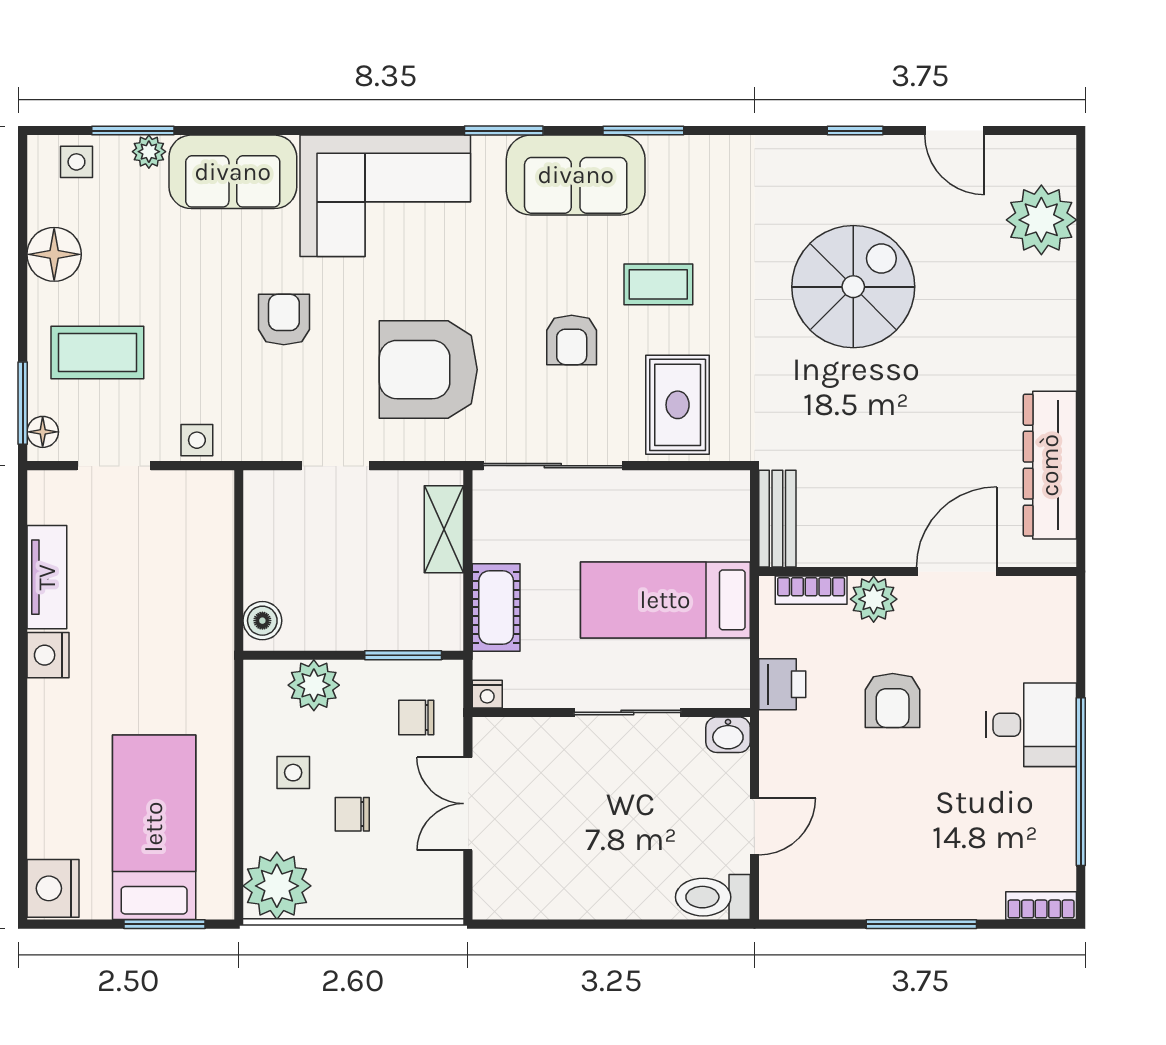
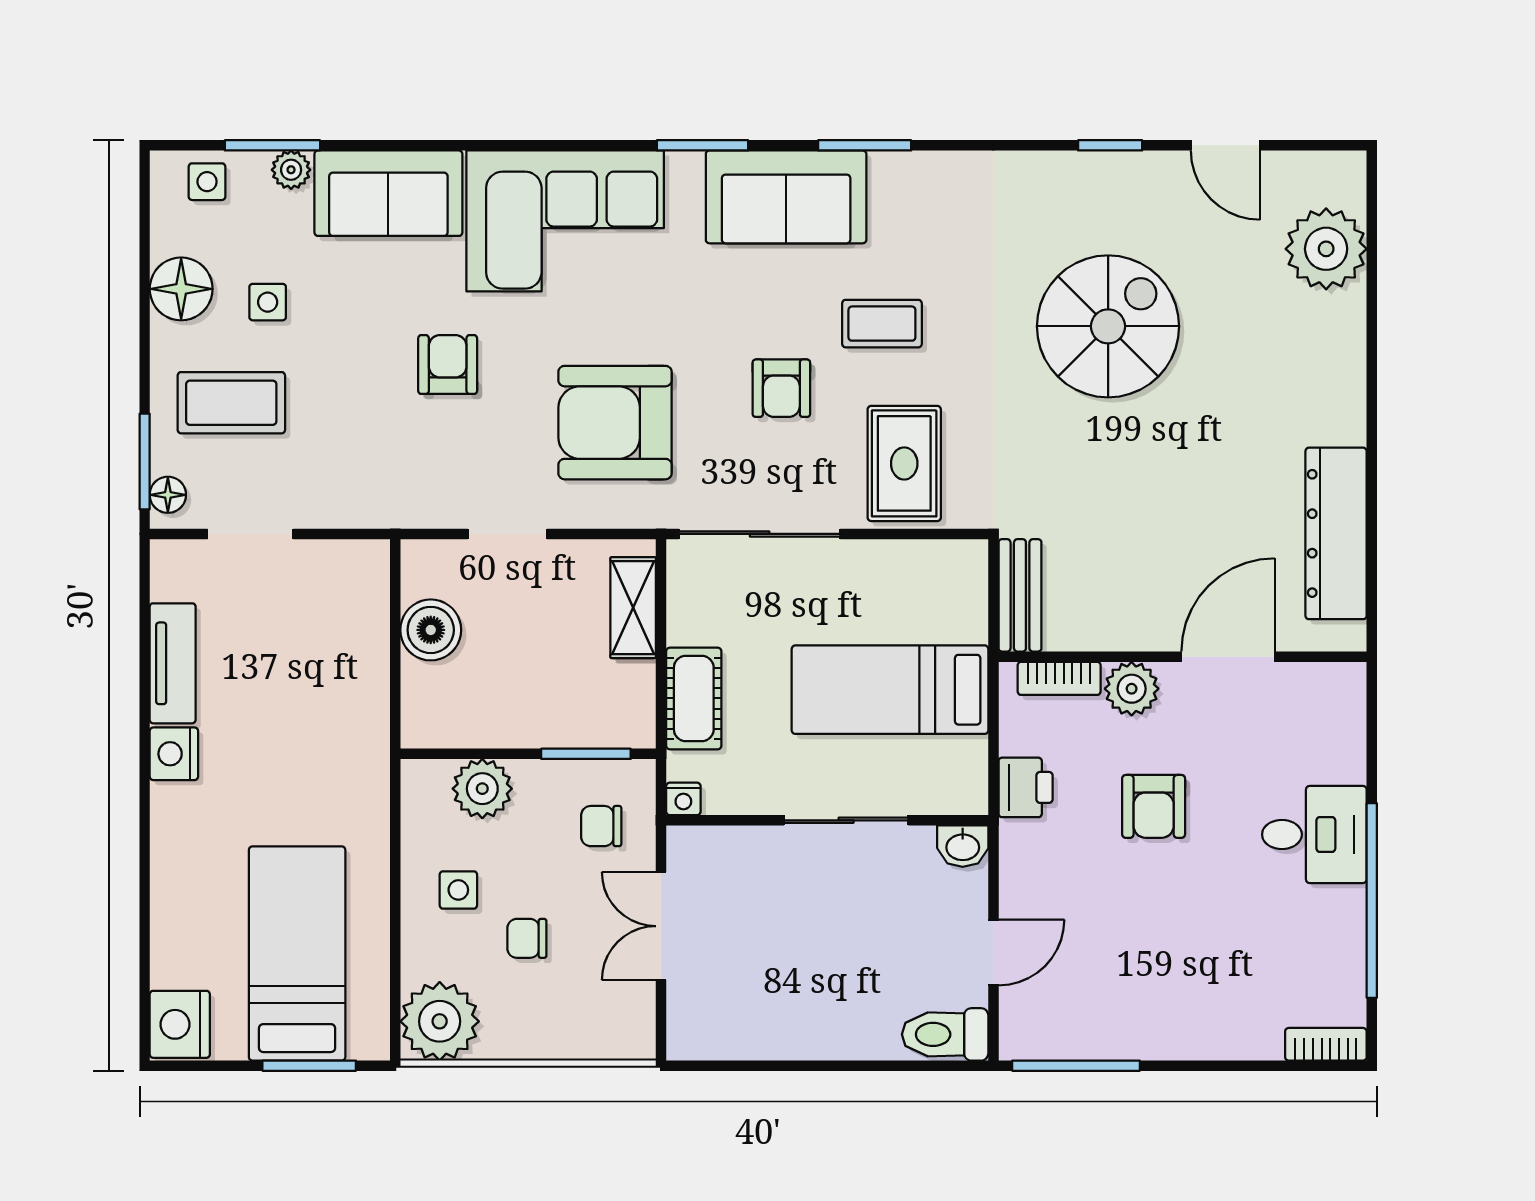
side table: (197, 440) -> (268, 302), moved
boiler: (262, 621) -> (431, 630), moved, width x1.36, depth x1.36
window: (921, 924) -> (1076, 1066), moved

